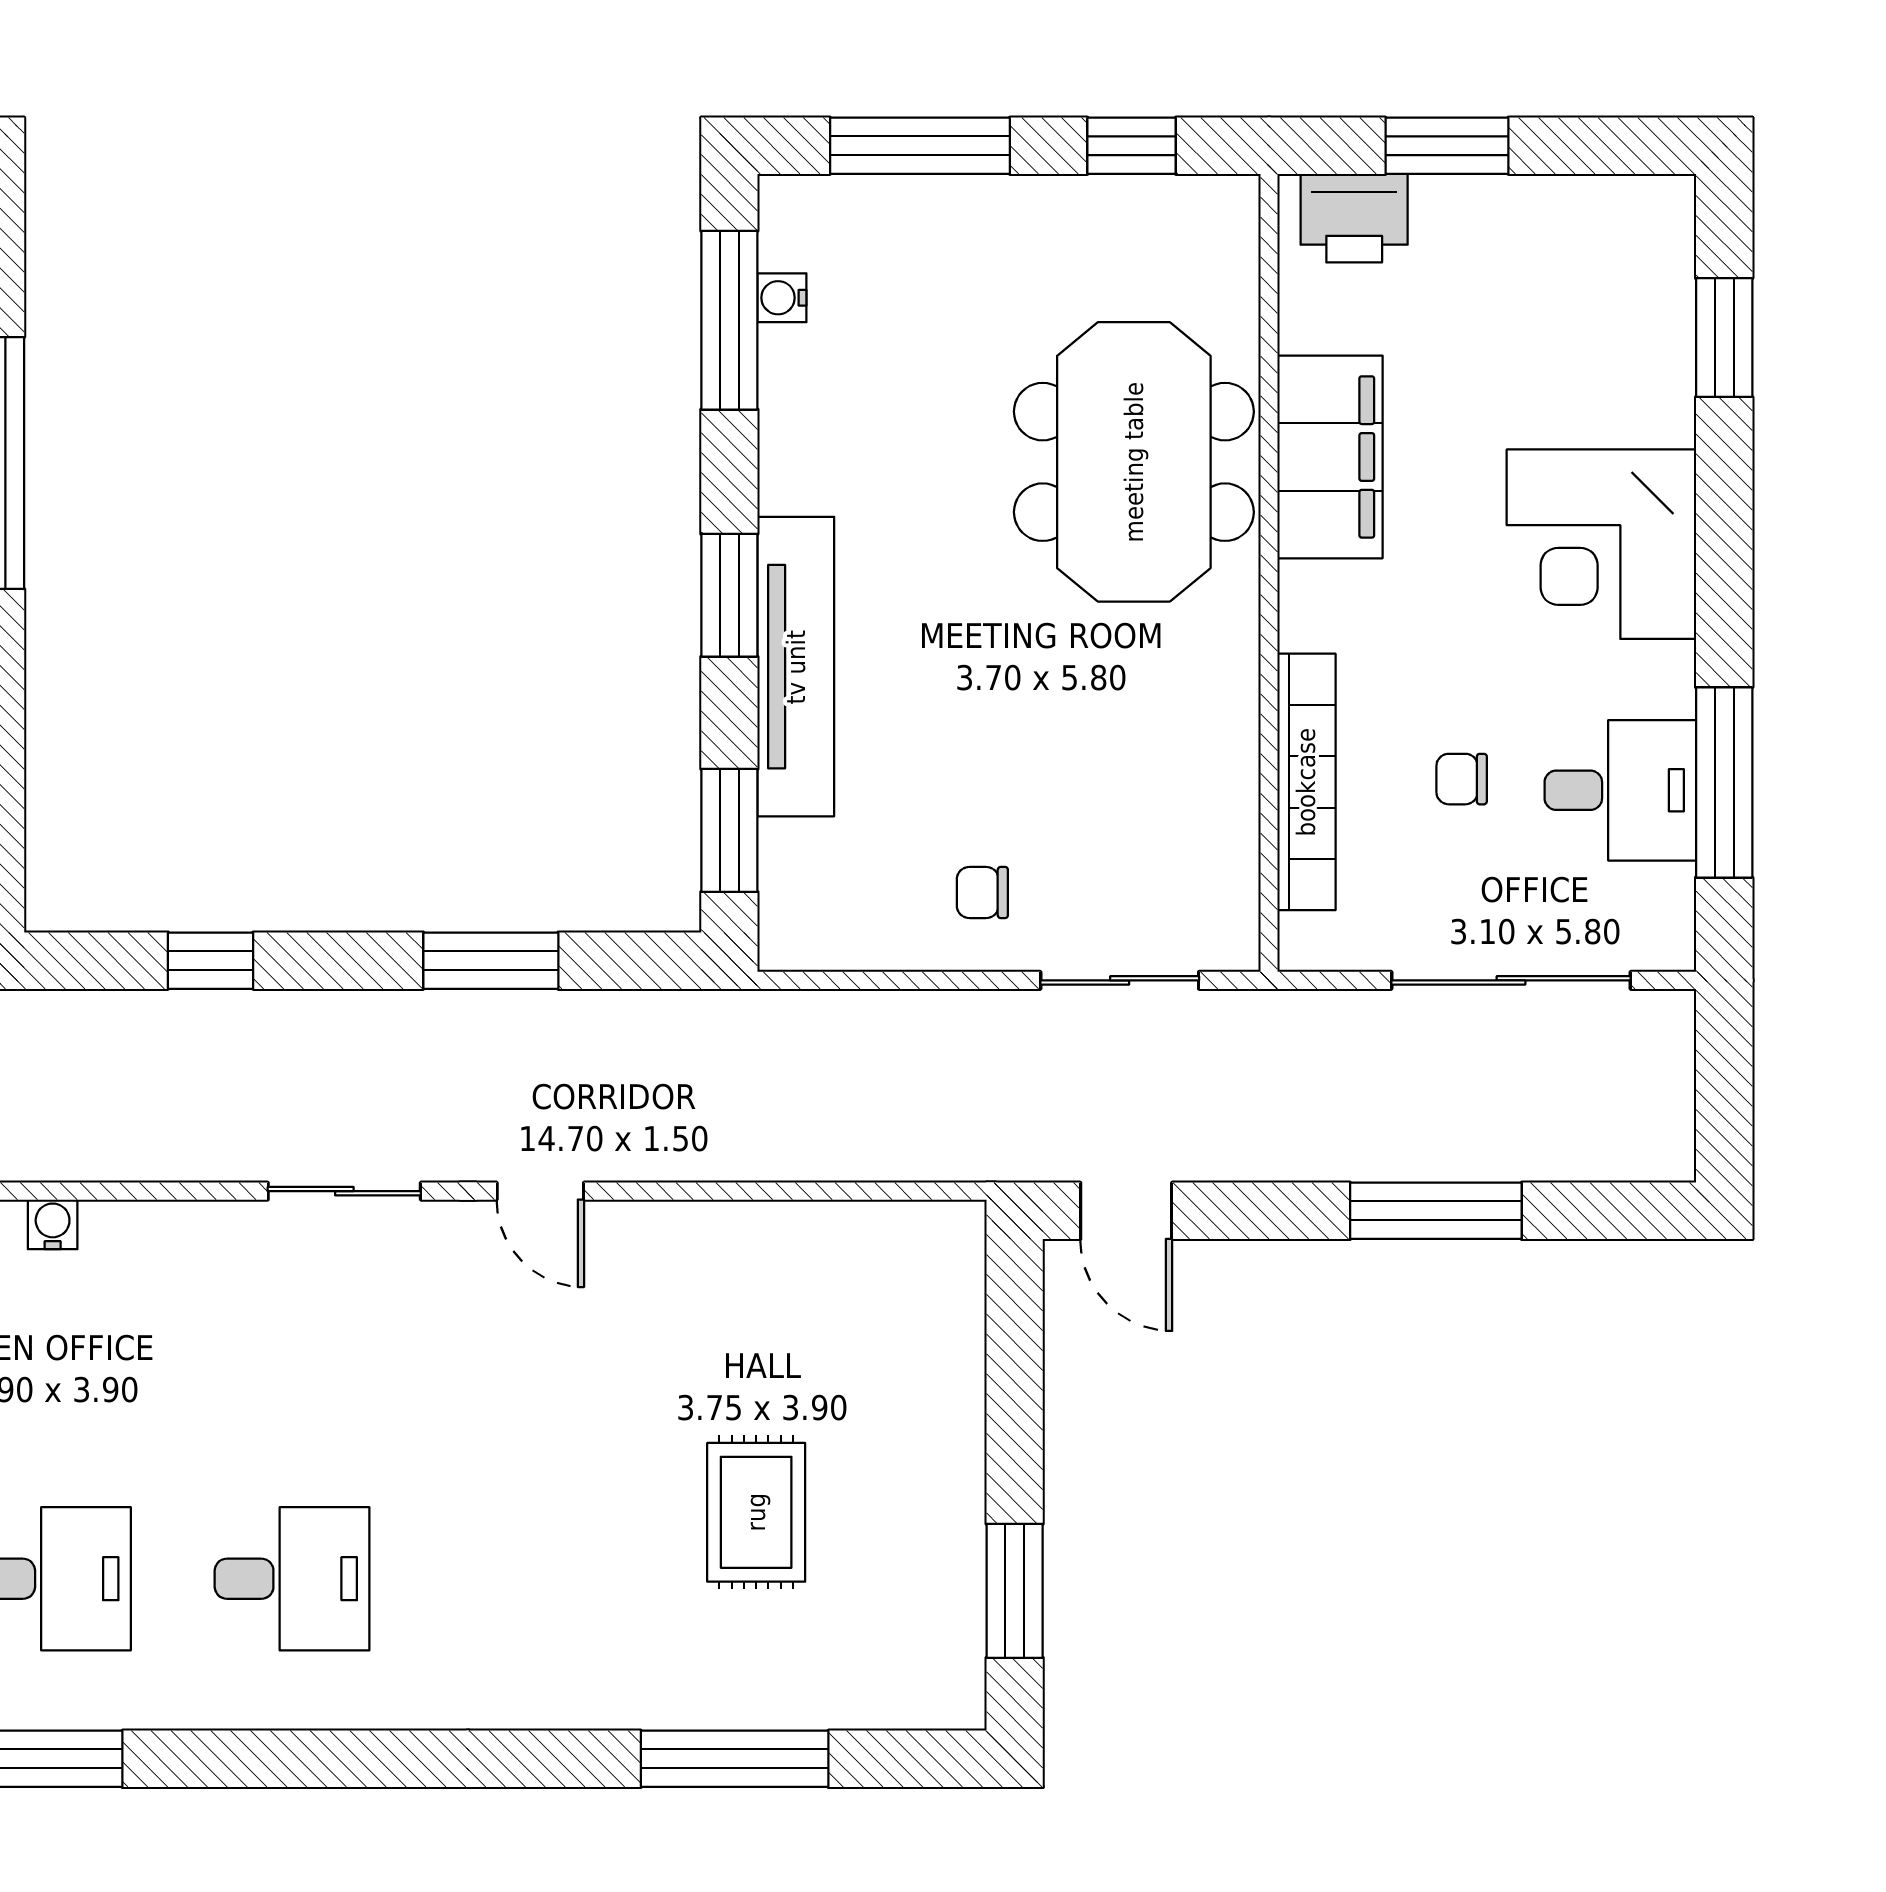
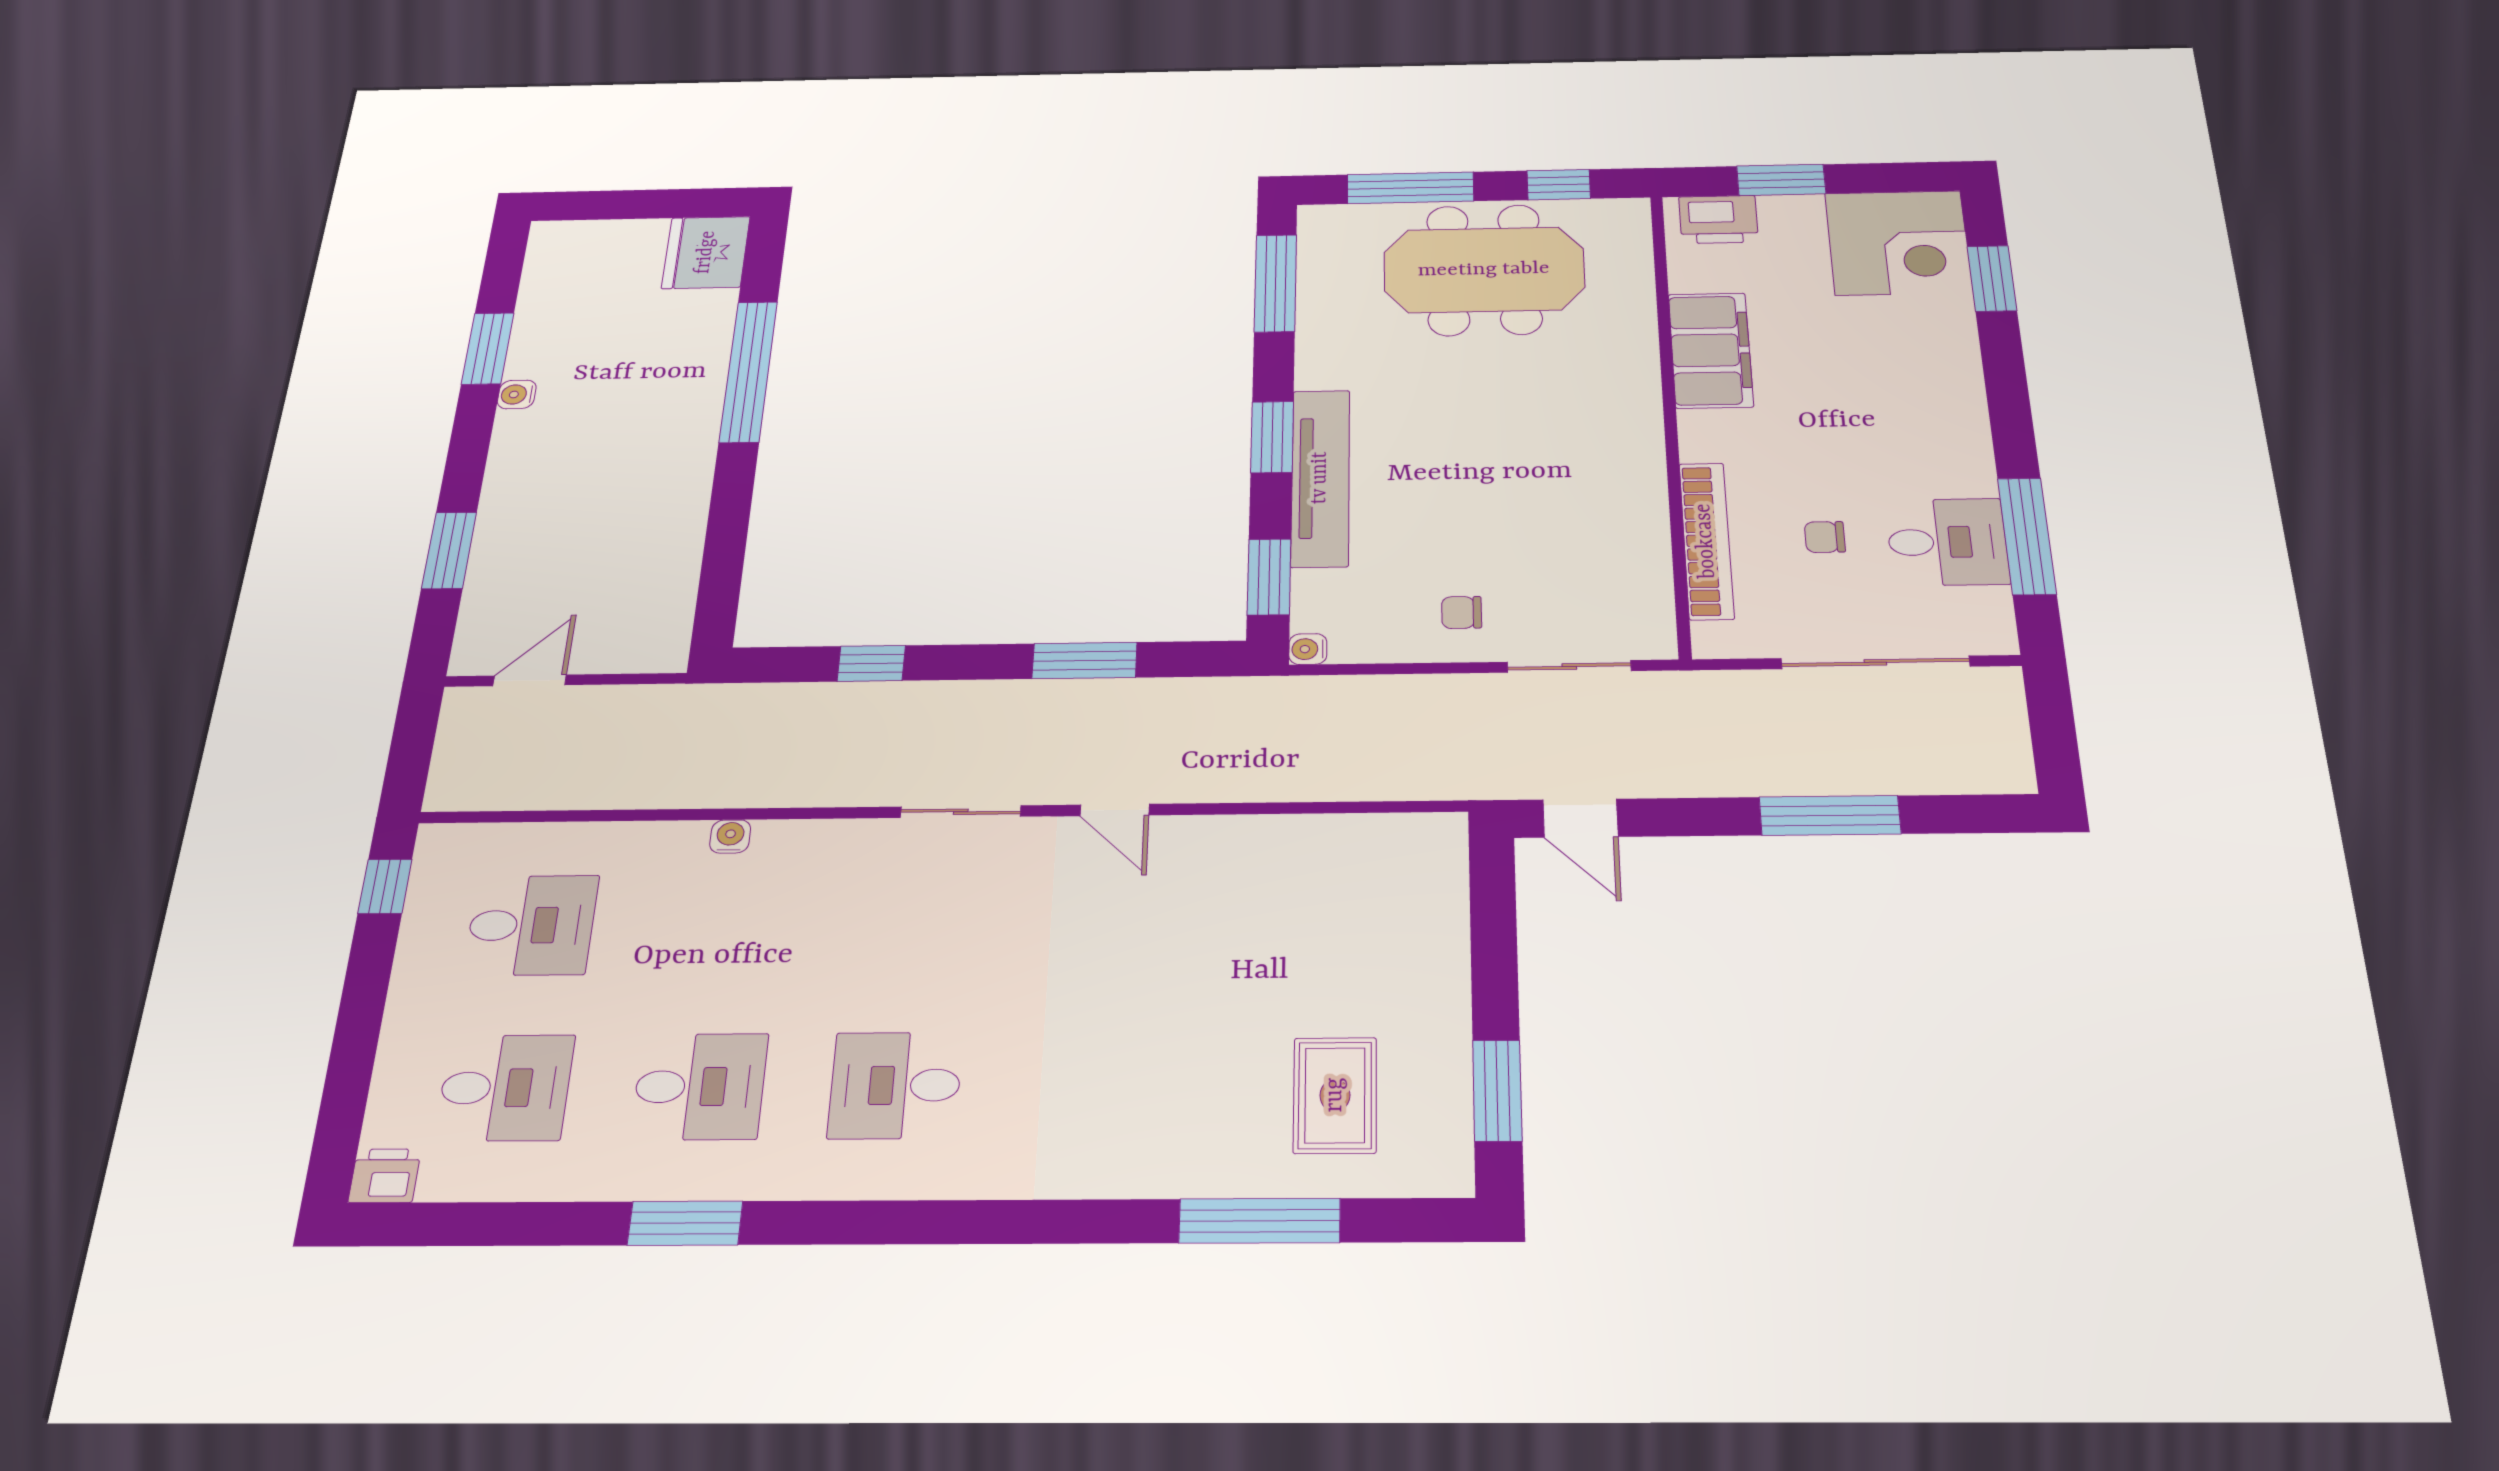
water cooler: (782, 298) -> (1308, 649), moved
meeting table: (1134, 462) -> (1484, 270), moved, turned 90
corner desk: (1601, 544) -> (1898, 243), moved, turned -90
rug: (756, 1512) -> (1335, 1095), moved
desk: (292, 1579) -> (895, 1085), turned 180

